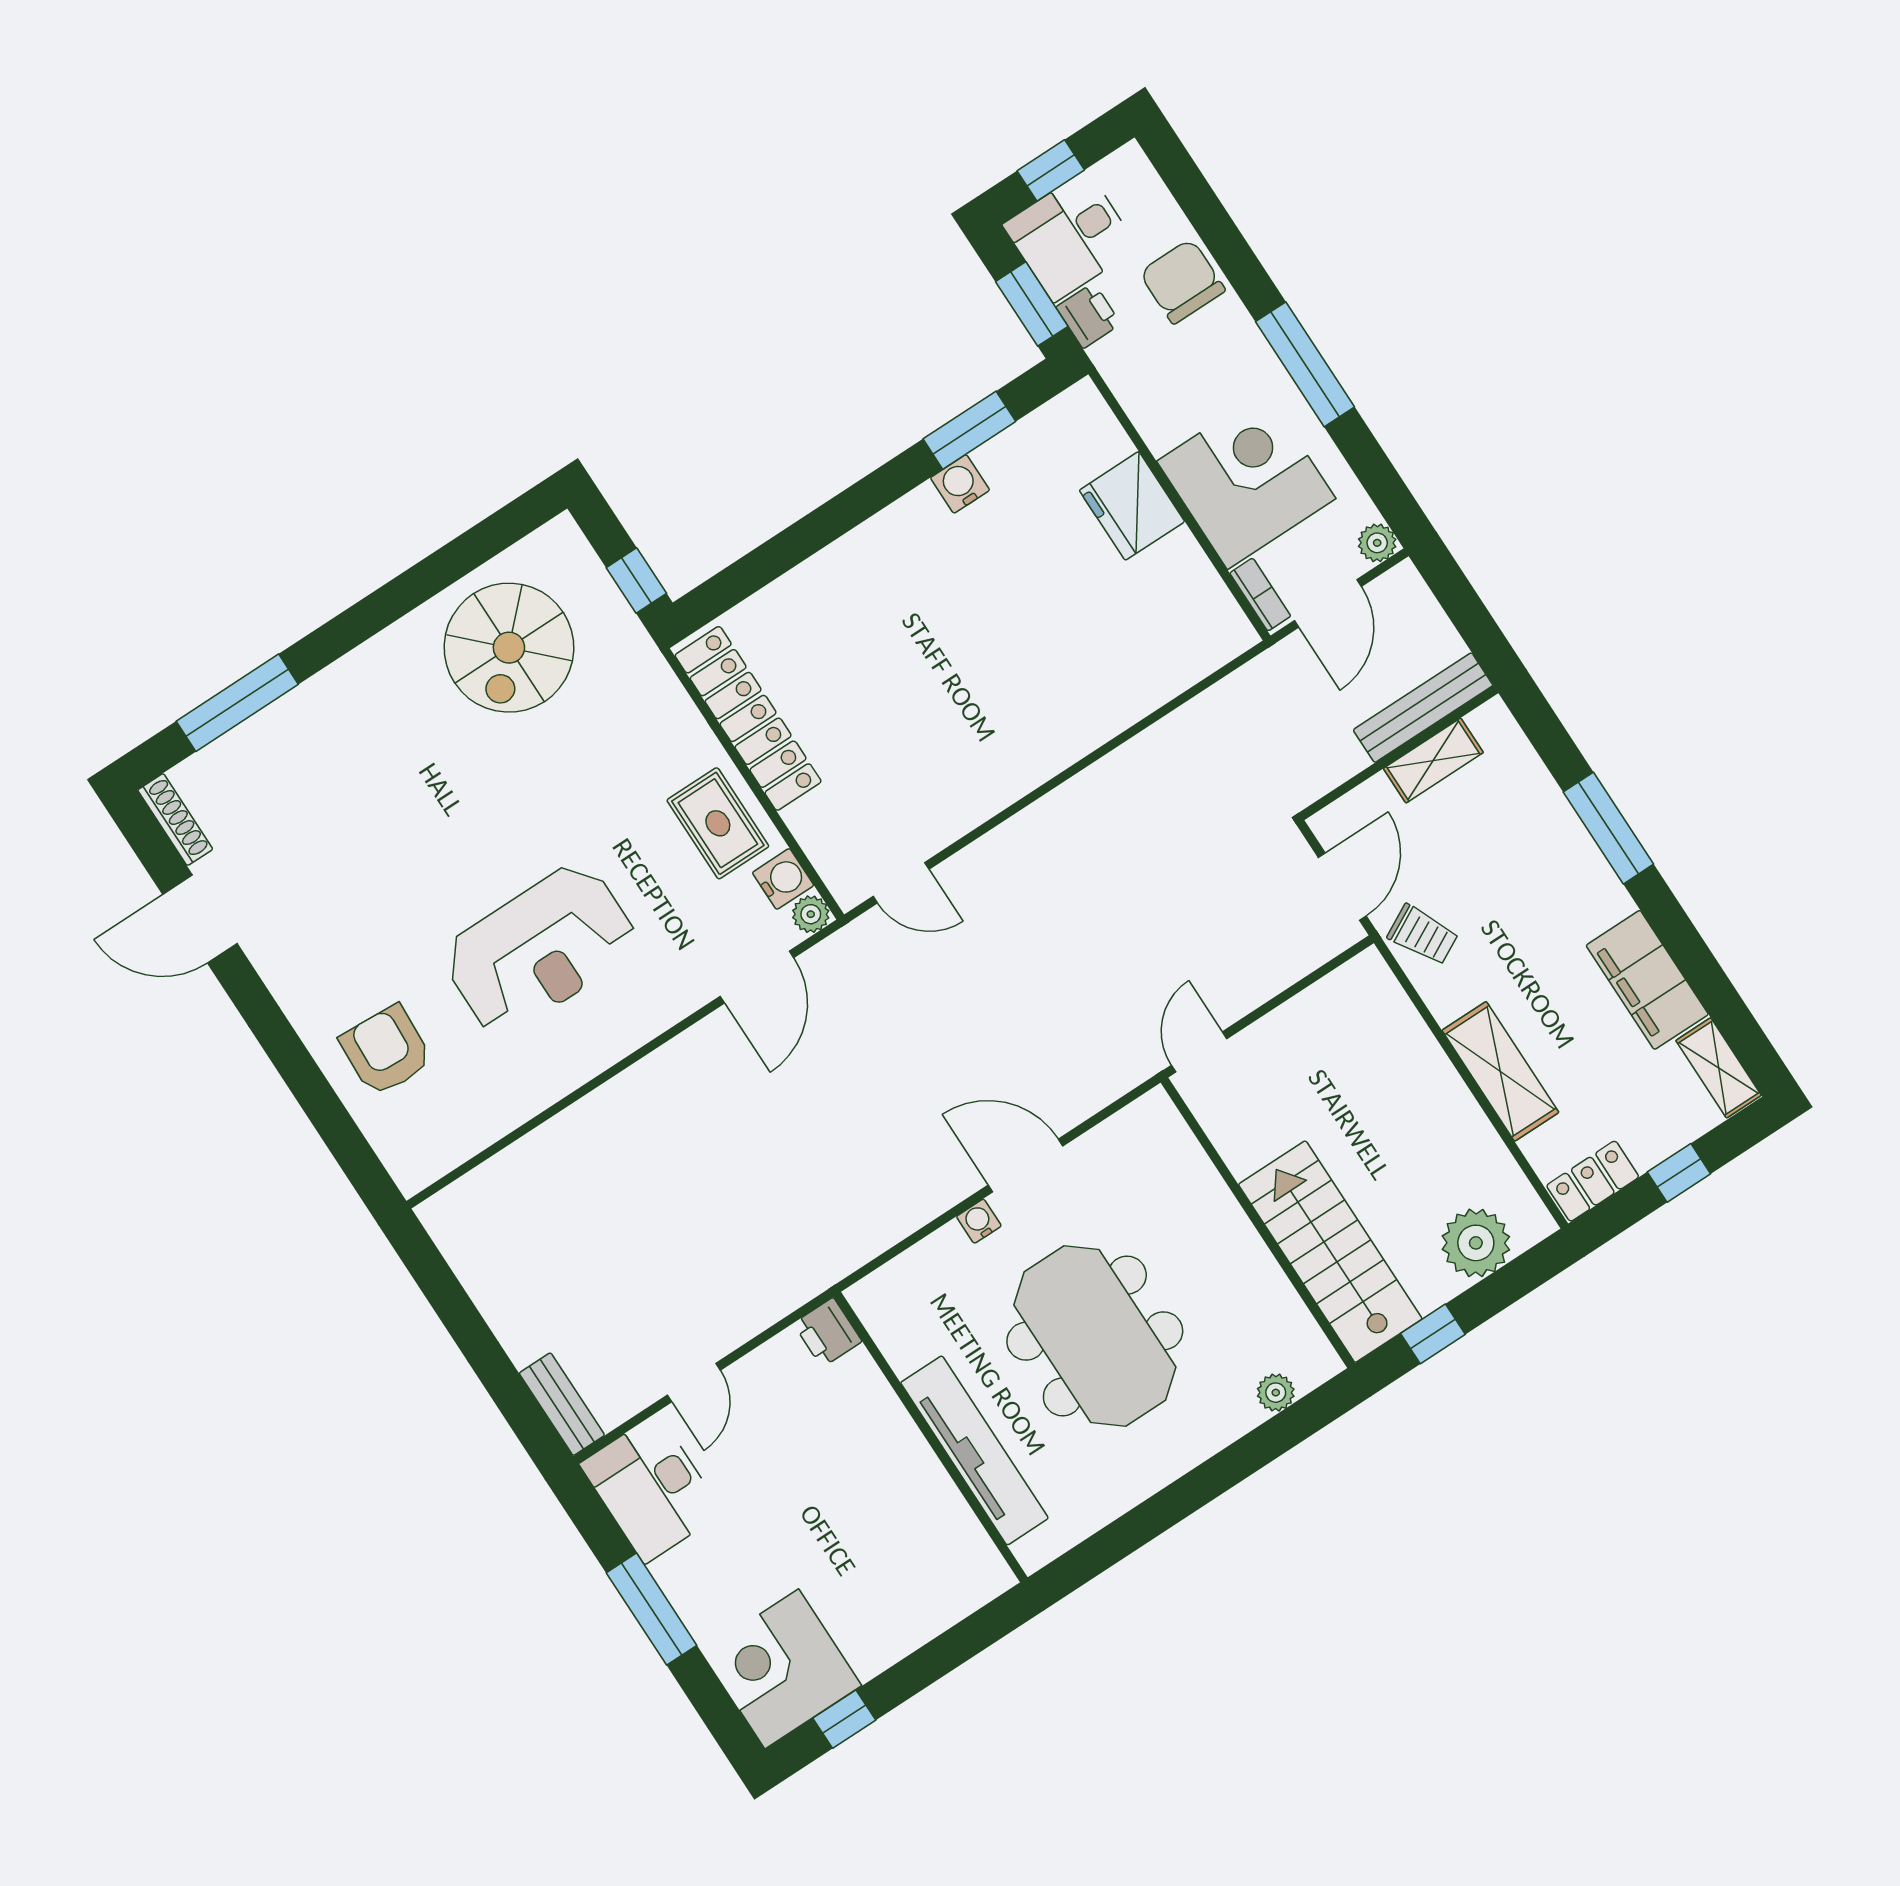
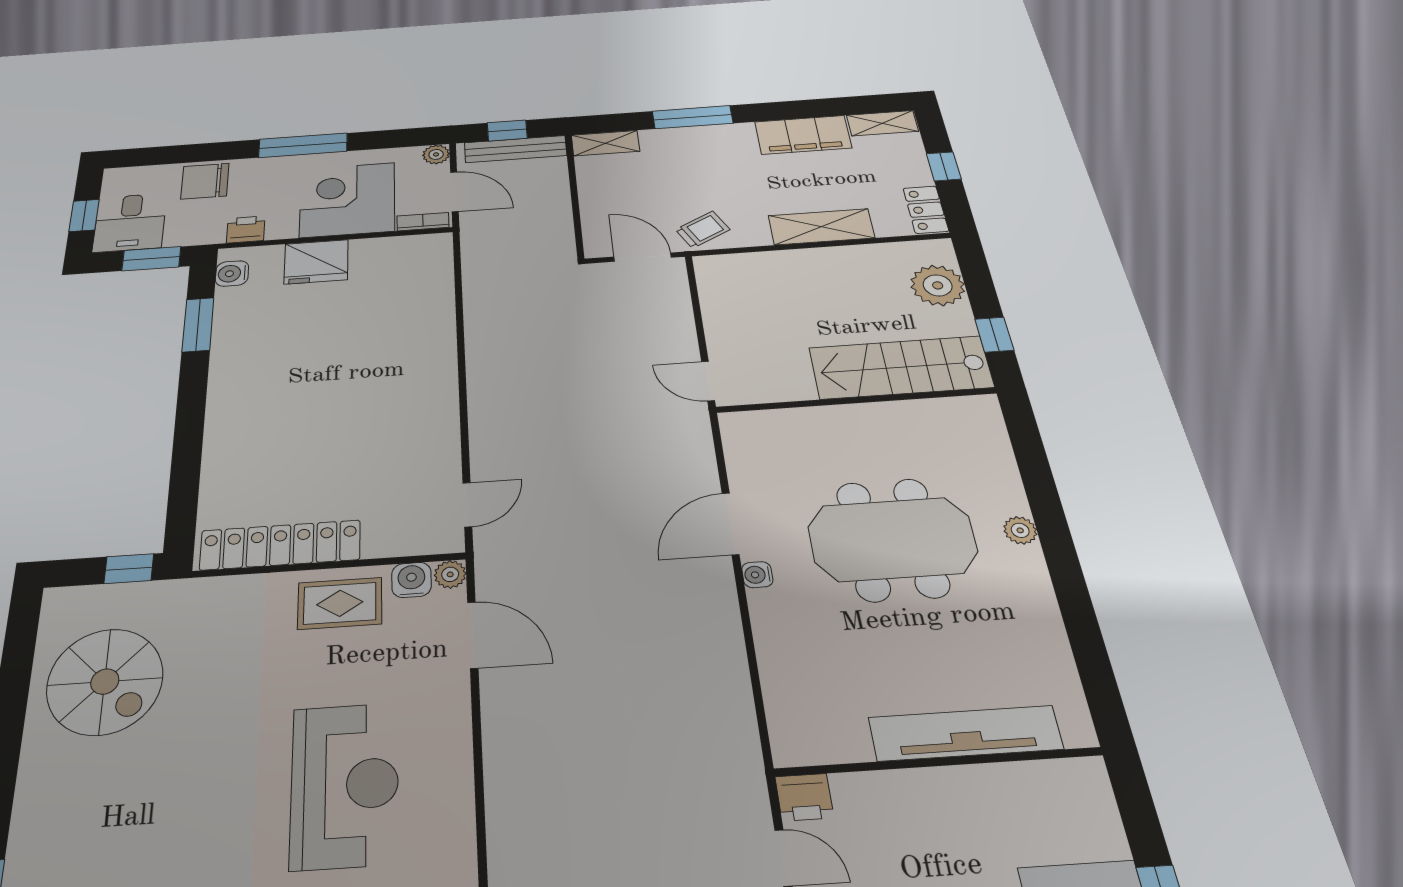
printer: (1088, 316) -> (246, 229), moved
water cooler: (960, 484) -> (232, 273), moved
window: (1464, 608) -> (507, 131), added
bench: (1423, 708) -> (516, 149), moved, turned 90
shelving: (1433, 760) -> (605, 143), moved, turned 90
printer: (828, 1332) -> (804, 797), moved
plant: (1276, 1393) -> (1020, 530), moved
wall: (930, 1437) -> (938, 762), moved
tv unit: (974, 1450) -> (965, 733), moved

